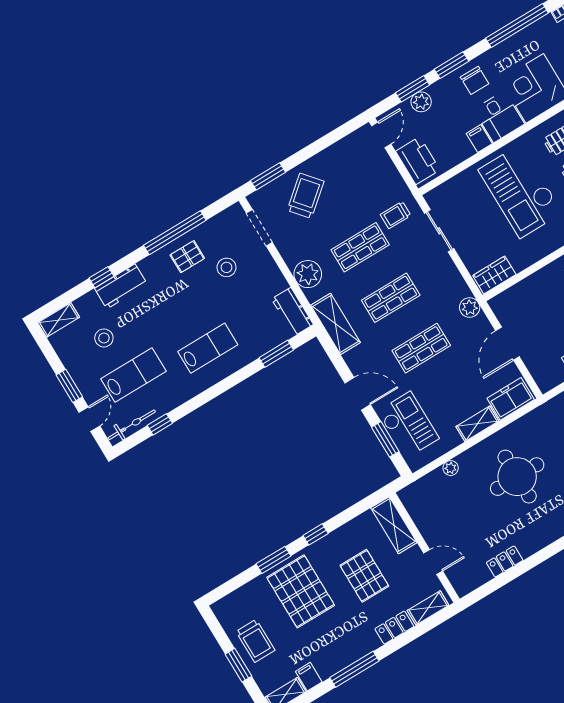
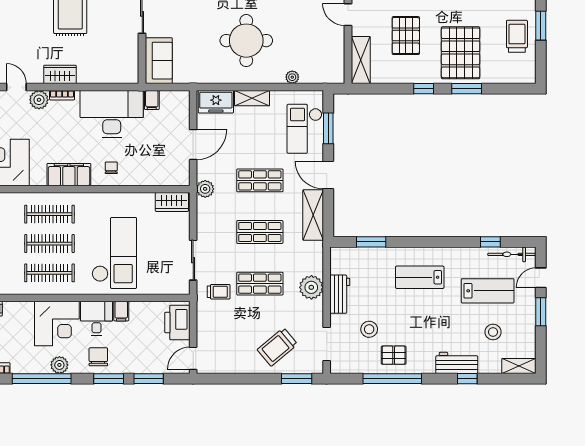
plant: (421, 102) -> (59, 365), moved
workbench: (292, 312) -> (340, 294), moved
shelving: (336, 324) -> (313, 215), moved
lab bench: (134, 375) -> (488, 291), turned 180

